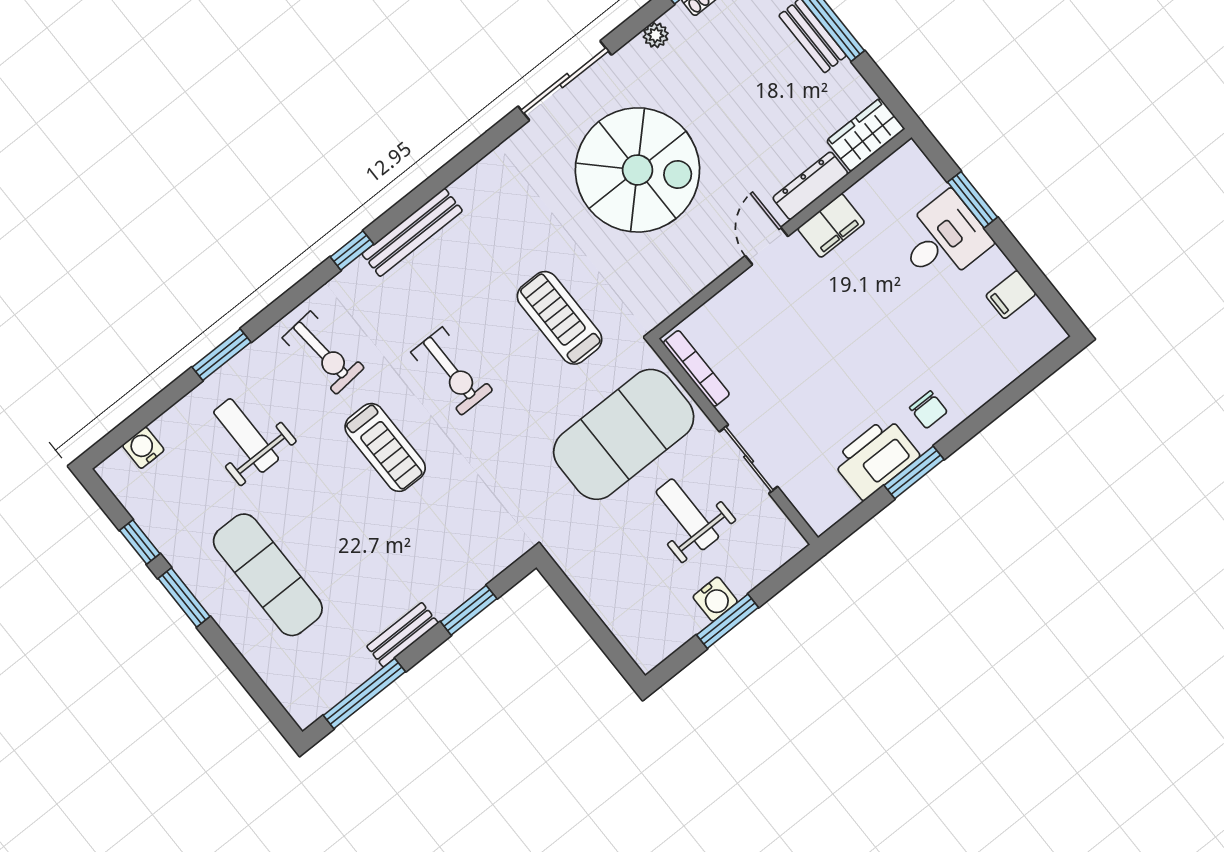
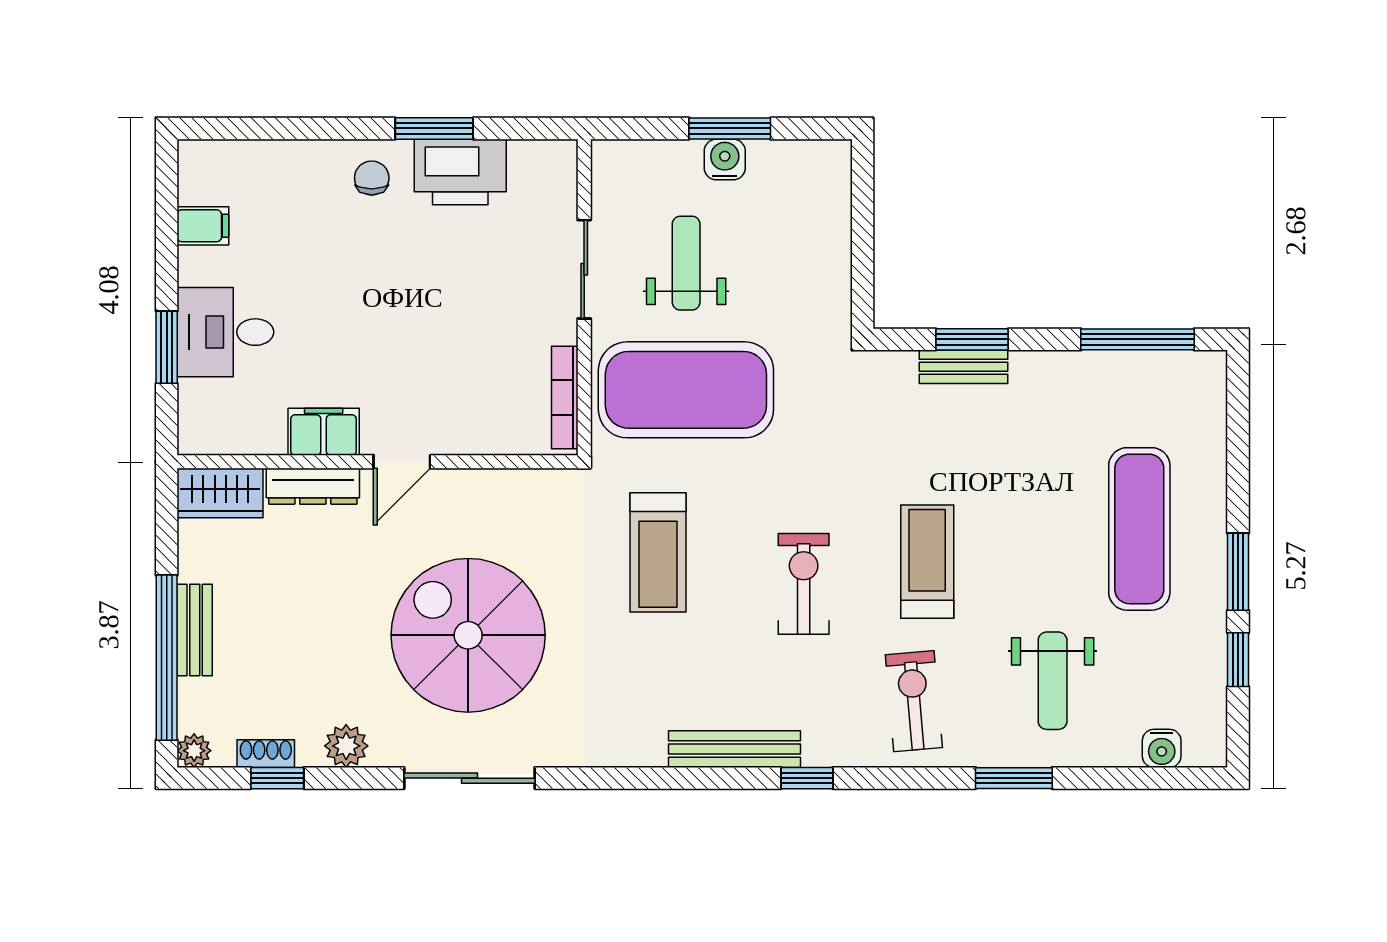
plant: (656, 35) -> (346, 746), width x1.38, depth x1.38
weight bench: (687, 514) -> (686, 263), turned 180
bench: (403, 635) -> (963, 367), moved

